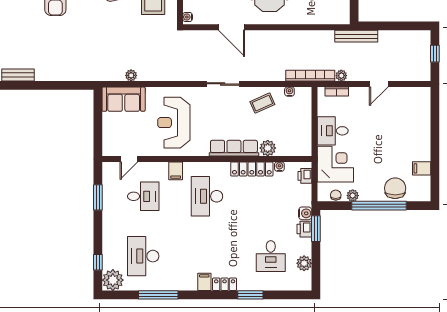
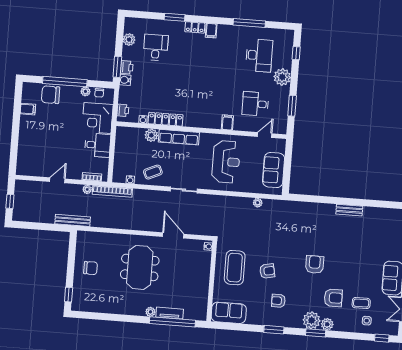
sofa: (124, 99) -> (274, 170), moved, turned -90
chair: (395, 188) -> (51, 95), turned 90
desk: (207, 196) -> (204, 100), removed
plant: (113, 280) -> (282, 77), moved

